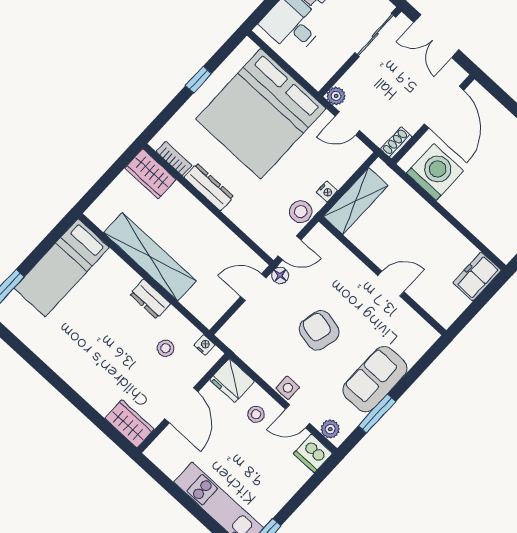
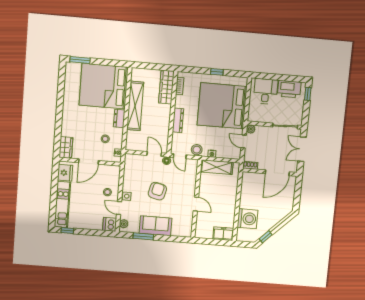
washing machine: (435, 172) -> (247, 219), moved
wardrobe: (150, 174) -> (166, 87), width x1.50
dresser: (209, 187) -> (178, 120), moved
bed: (62, 268) -> (104, 86), width x2.04
fridge: (232, 380) -> (65, 173), moved, turned 180

